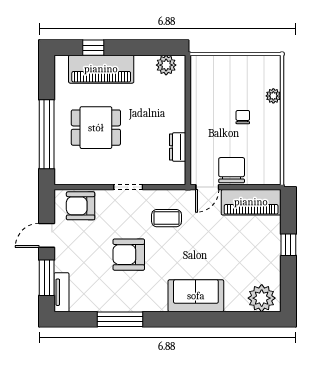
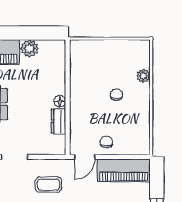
plant: (166, 65) -> (30, 48), moved
floor lamp: (179, 125) -> (60, 101), added
chair: (232, 170) -> (106, 142), width x0.54, depth x0.54

